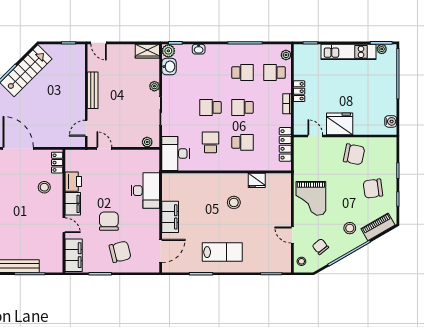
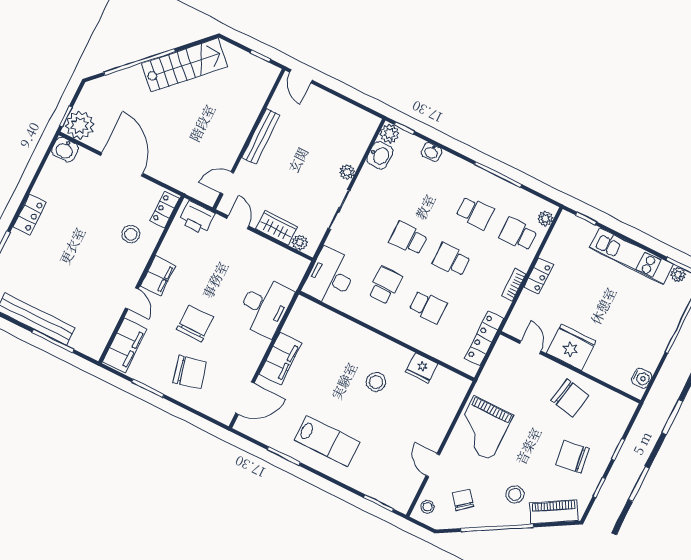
wardrobe: (147, 51) -> (277, 228), moved, turned 180
printer: (73, 182) -> (197, 218), moved, turned 90

